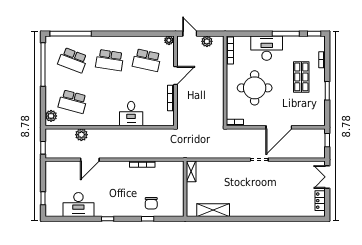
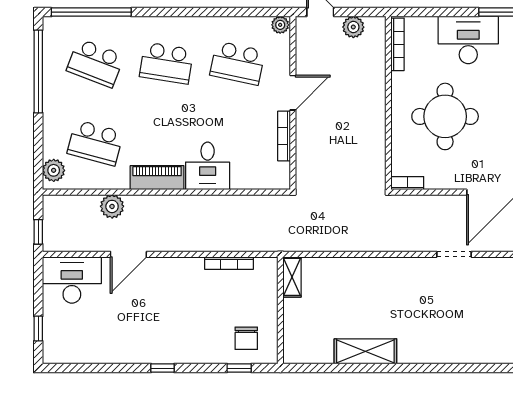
piano: (105, 120) -> (157, 178), added
shelving: (191, 171) -> (292, 277), moved
wall: (185, 189) -> (280, 310), moved
desk: (78, 204) -> (72, 280), moved, turned 180

